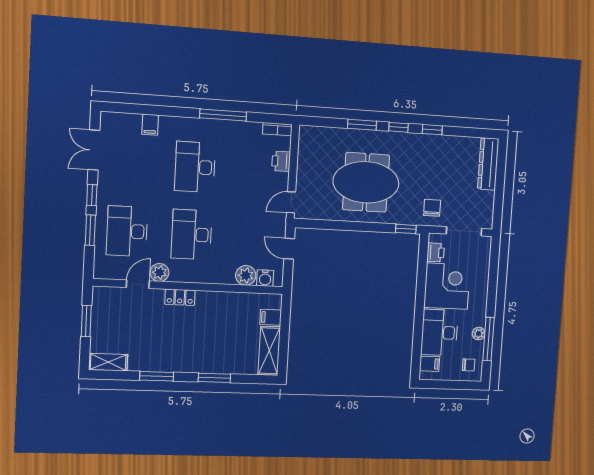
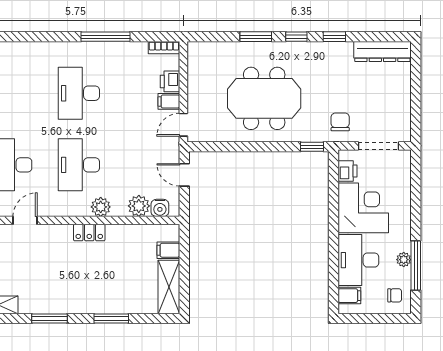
filing cabinet: (150, 125) -> (169, 101), moved, turned 90
dresser: (488, 164) -> (382, 52), moved, turned -90
plant: (159, 273) -> (101, 207), moved
locker: (180, 297) -> (89, 233), moved

